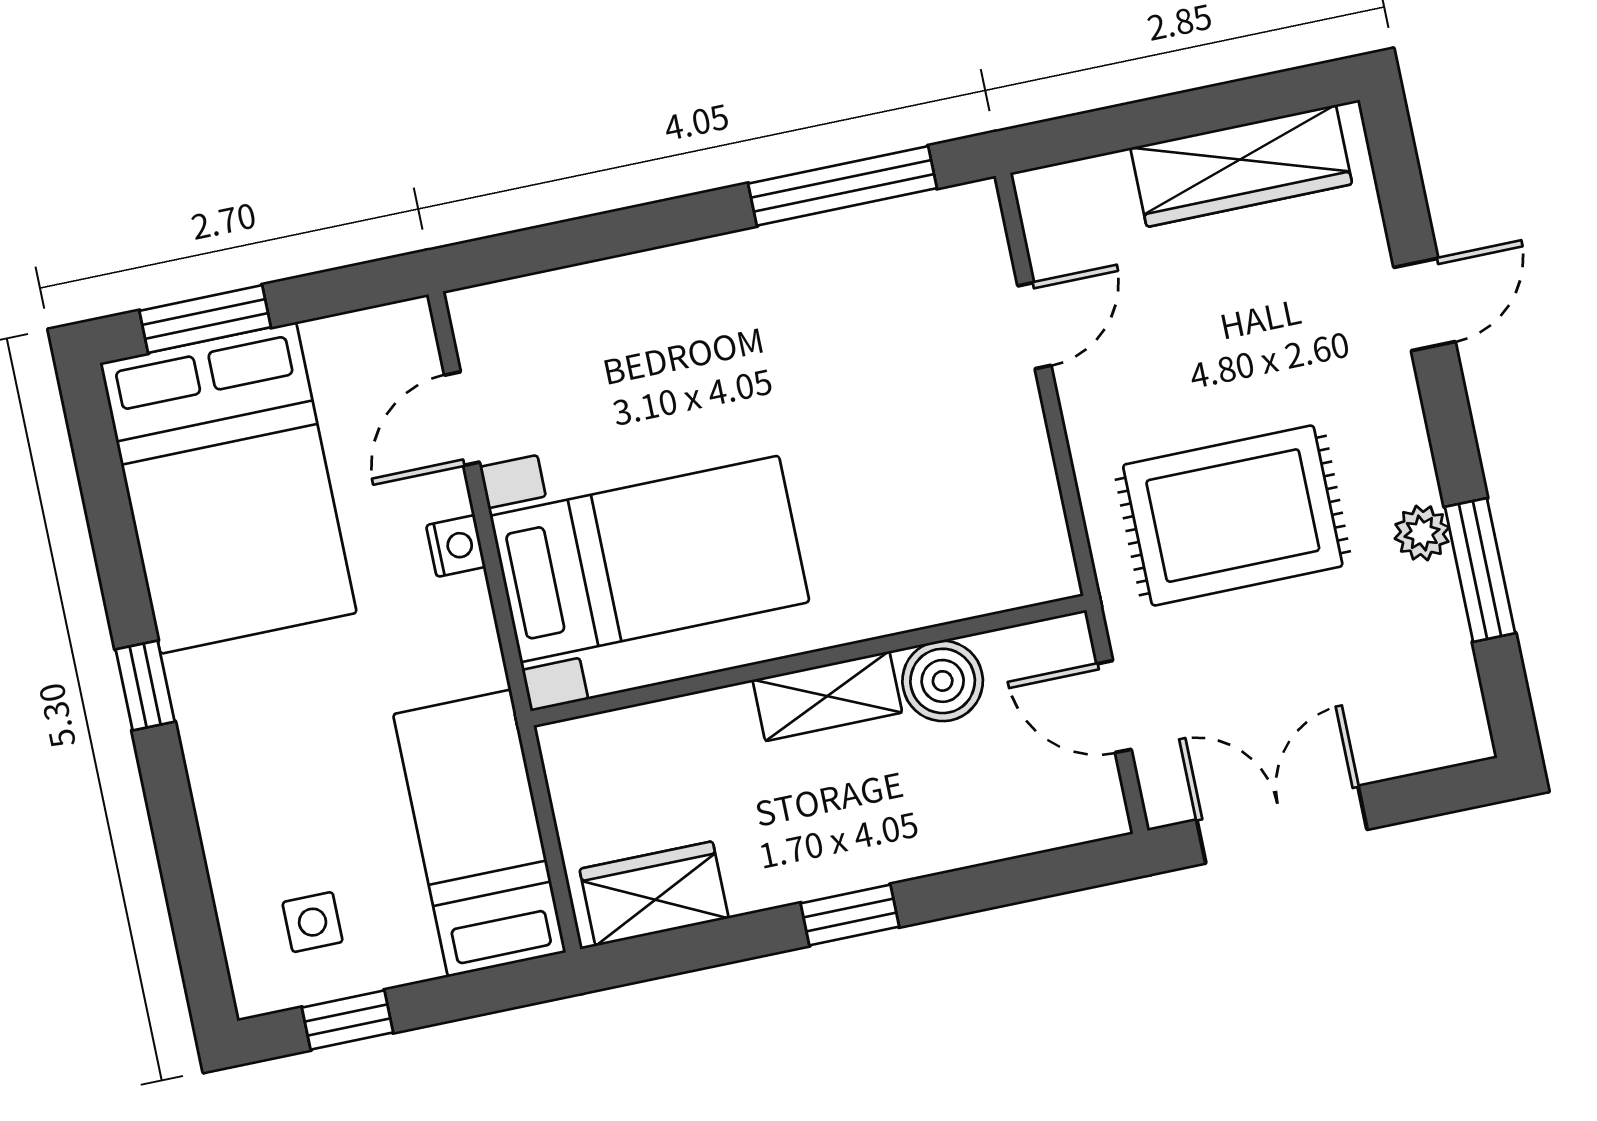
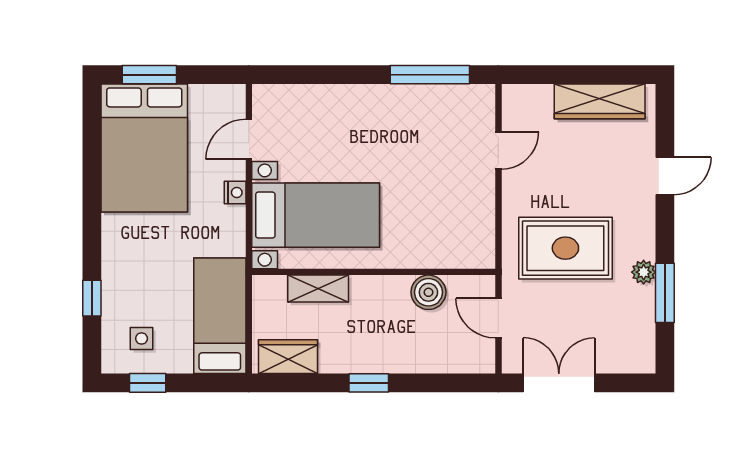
window: (145, 685) -> (92, 298), moved
shelving: (827, 696) -> (318, 289), moved

